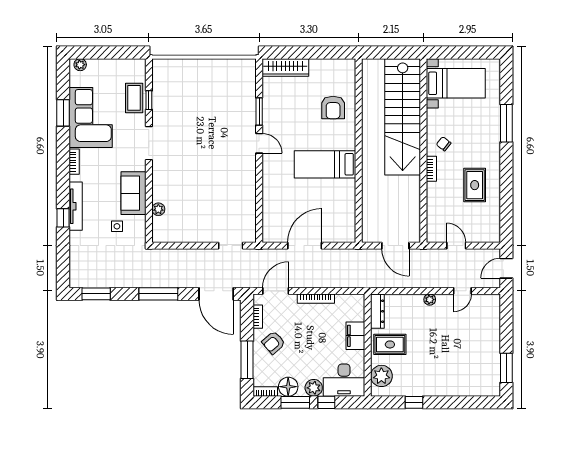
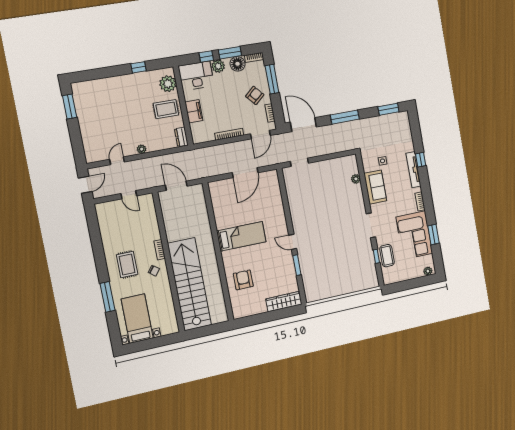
bed with nightstands: (456, 83) -> (137, 319), moved, turned 90
rug: (475, 185) -> (127, 265), moved
dresser: (377, 311) -> (181, 137), width x0.70

